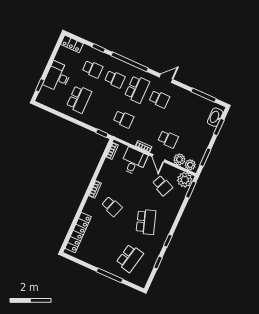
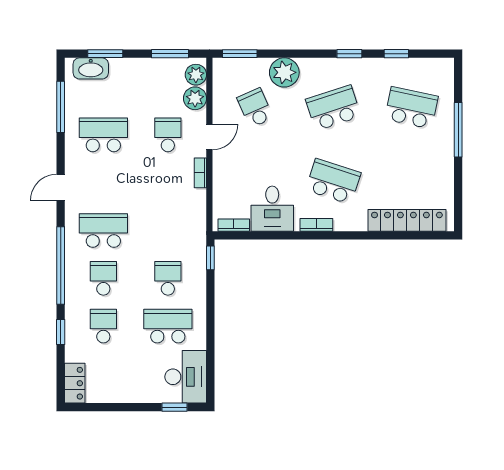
desk: (58, 77) -> (186, 377), moved, turned -90
door: (166, 78) -> (61, 187), hinge flipped
school desk: (159, 99) -> (103, 135), moved, width x1.85
school desk: (124, 119) -> (168, 278), moved
desk: (134, 161) -> (272, 209), moved, turned -90
plant: (185, 180) -> (284, 72), moved
school desk: (162, 185) -> (255, 108), turned -48
school desk: (112, 206) -> (333, 181), width x1.85

